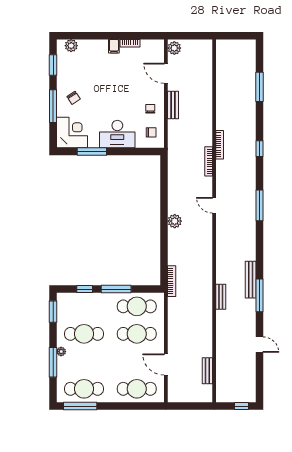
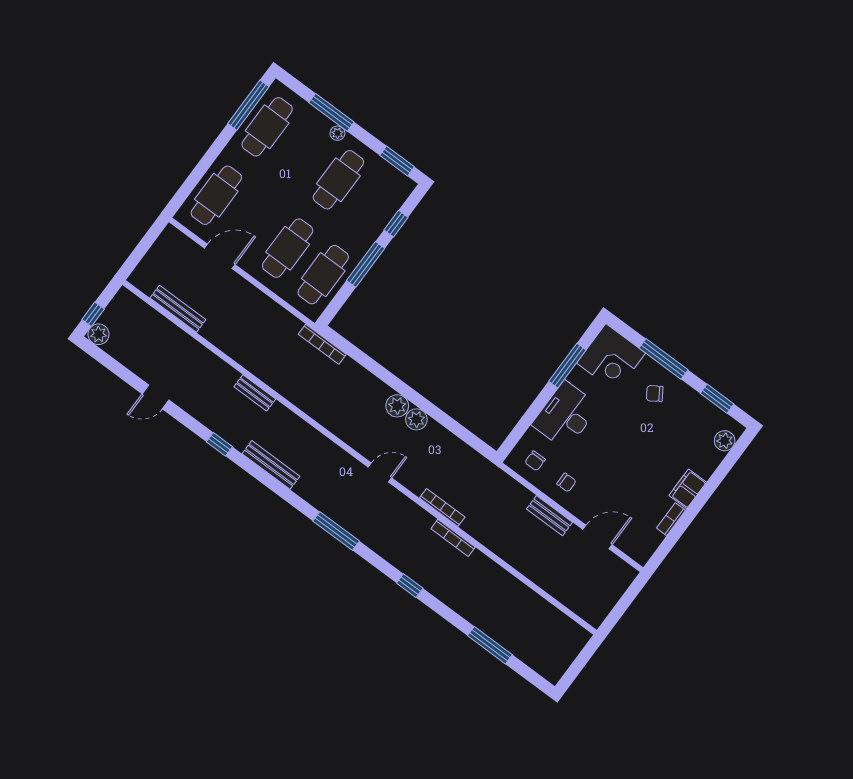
filing cabinet: (114, 46) -> (688, 489), width x2.00
plant: (174, 48) -> (416, 419), moved
bench: (251, 280) -> (271, 465), moved
window: (259, 295) -> (219, 444), width x0.46
bench: (207, 371) -> (178, 309), width x1.36
plant: (249, 396) -> (99, 334), added

